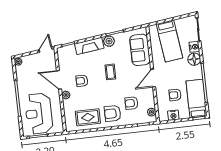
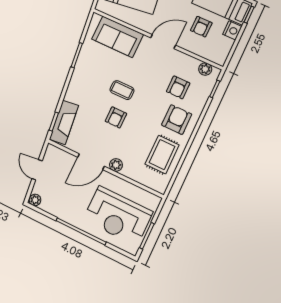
plant: (109, 41) -> (83, 68), removed
fireplace: (89, 46) -> (64, 122), moved
door: (46, 50) -> (37, 170), moved
door: (153, 78) -> (163, 42), swing flipped
armchair: (82, 81) -> (116, 117), moved
armchair: (113, 113) -> (177, 120), turned 180
nightstand: (173, 115) -> (232, 30), moved

